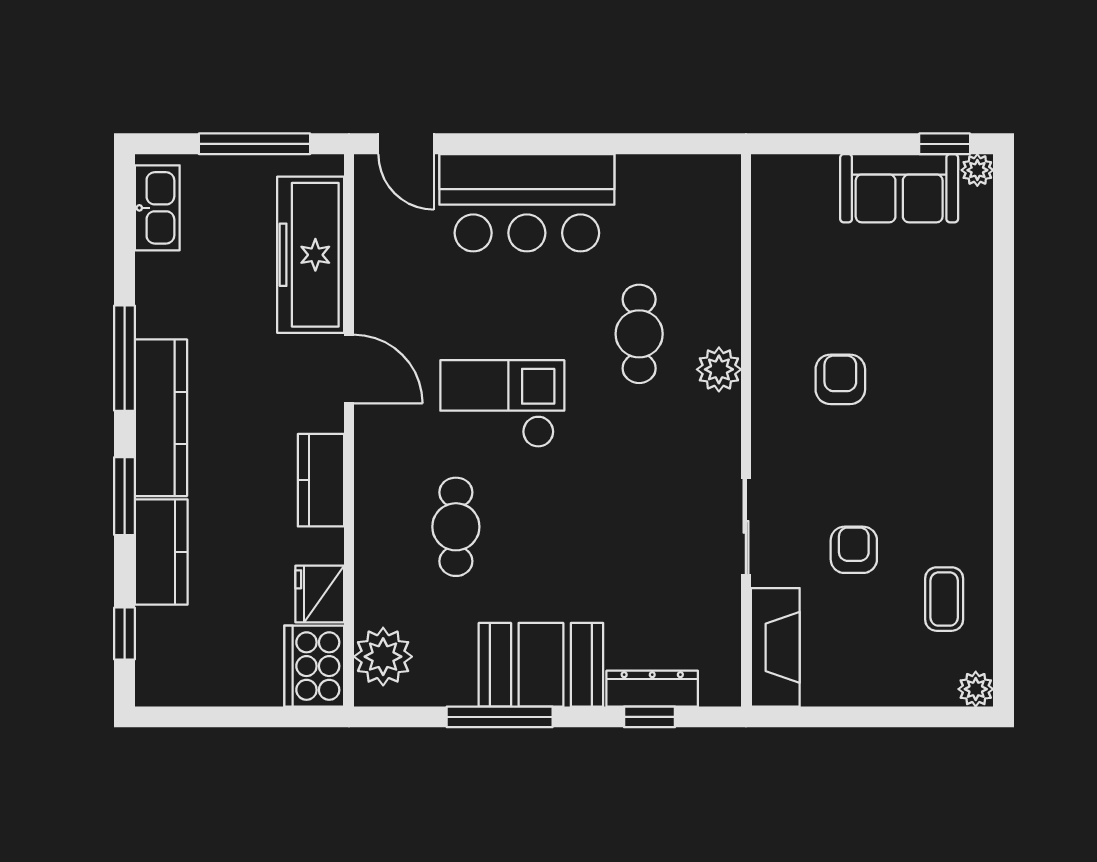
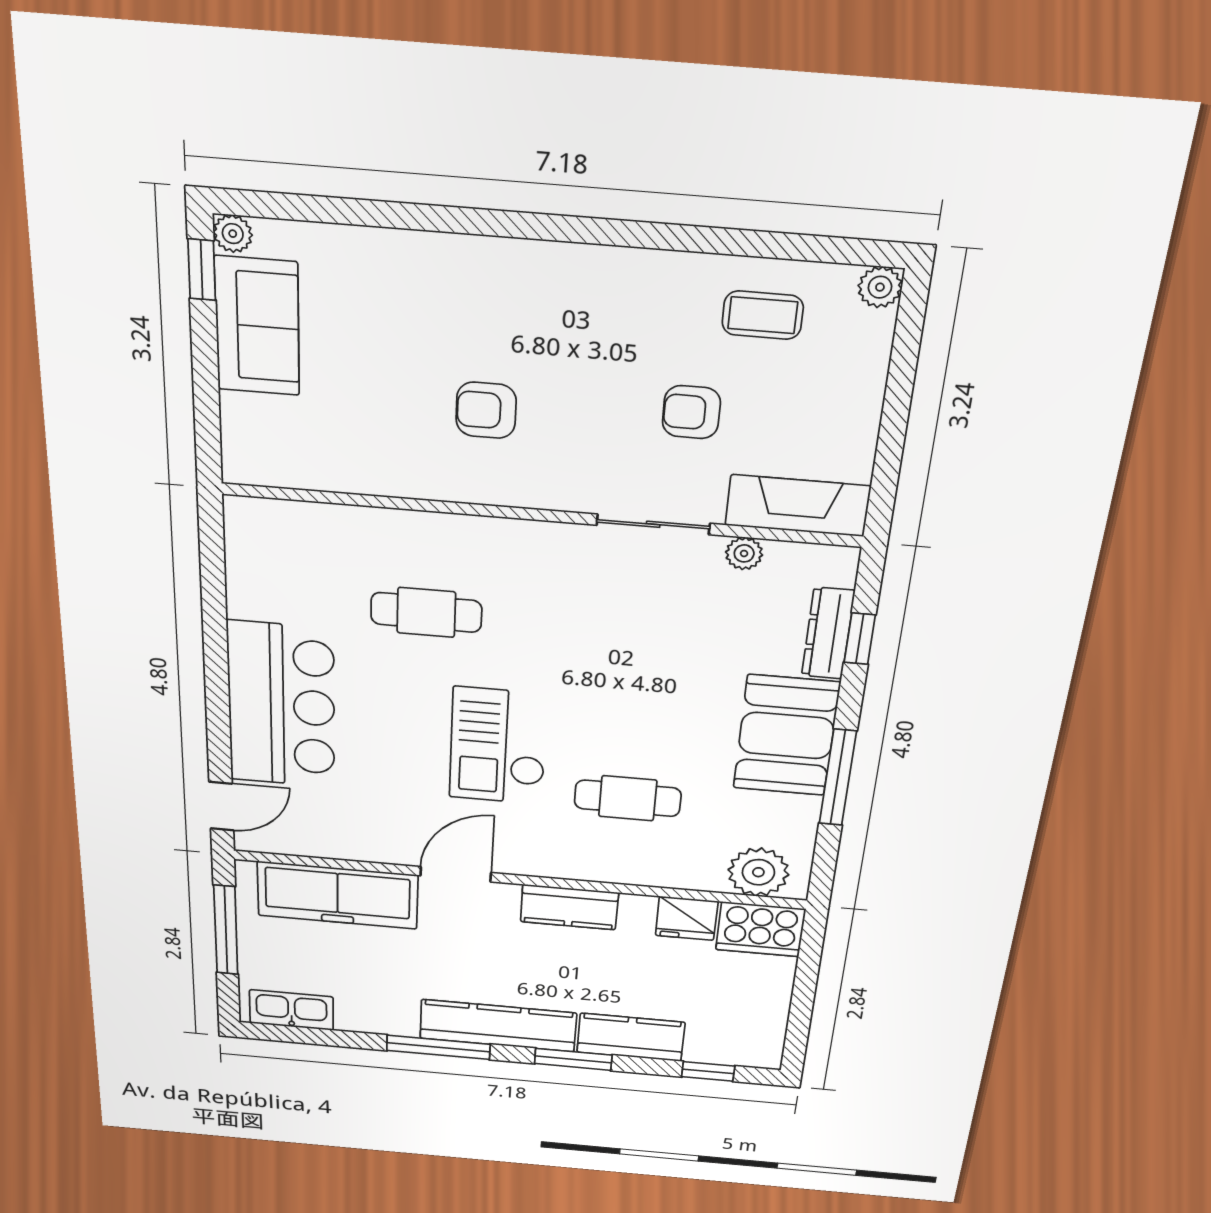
plant: (719, 369) -> (744, 553), moved, width x0.73, depth x0.73

